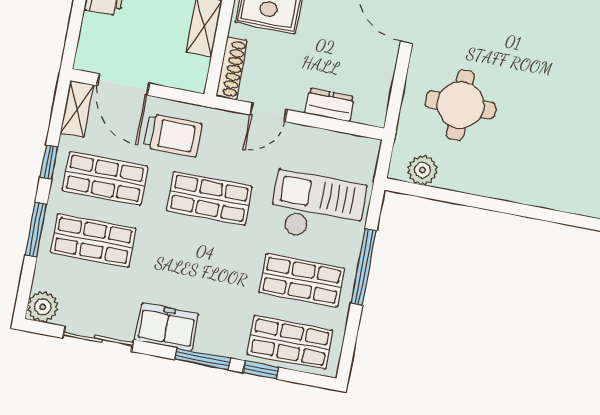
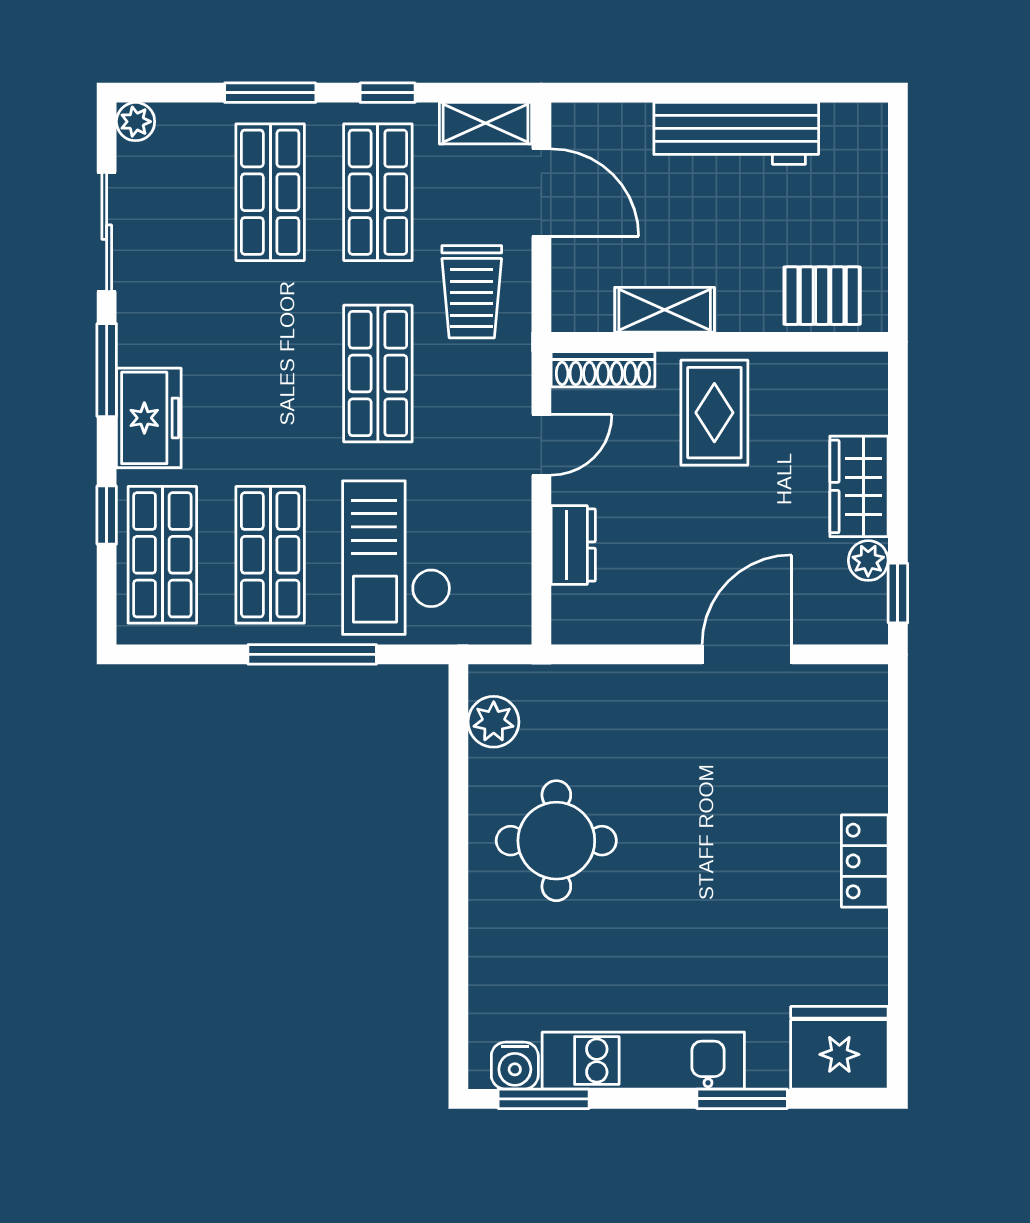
door: (123, 84) -> (541, 193), swing flipped
round table: (461, 105) -> (556, 841), moved
door: (268, 112) -> (541, 445), swing flipped
checkout: (317, 208) -> (397, 558), turned 180
plant: (43, 307) -> (136, 122), width x0.73, depth x0.73
freezer: (167, 327) -> (149, 418), moved
window: (203, 359) -> (107, 370), moved

